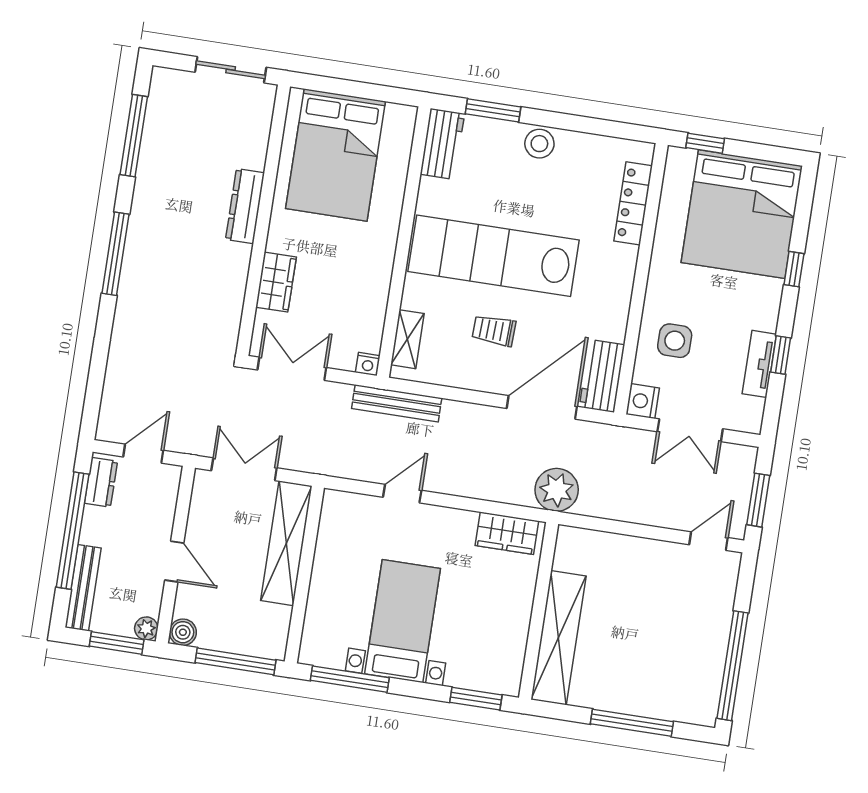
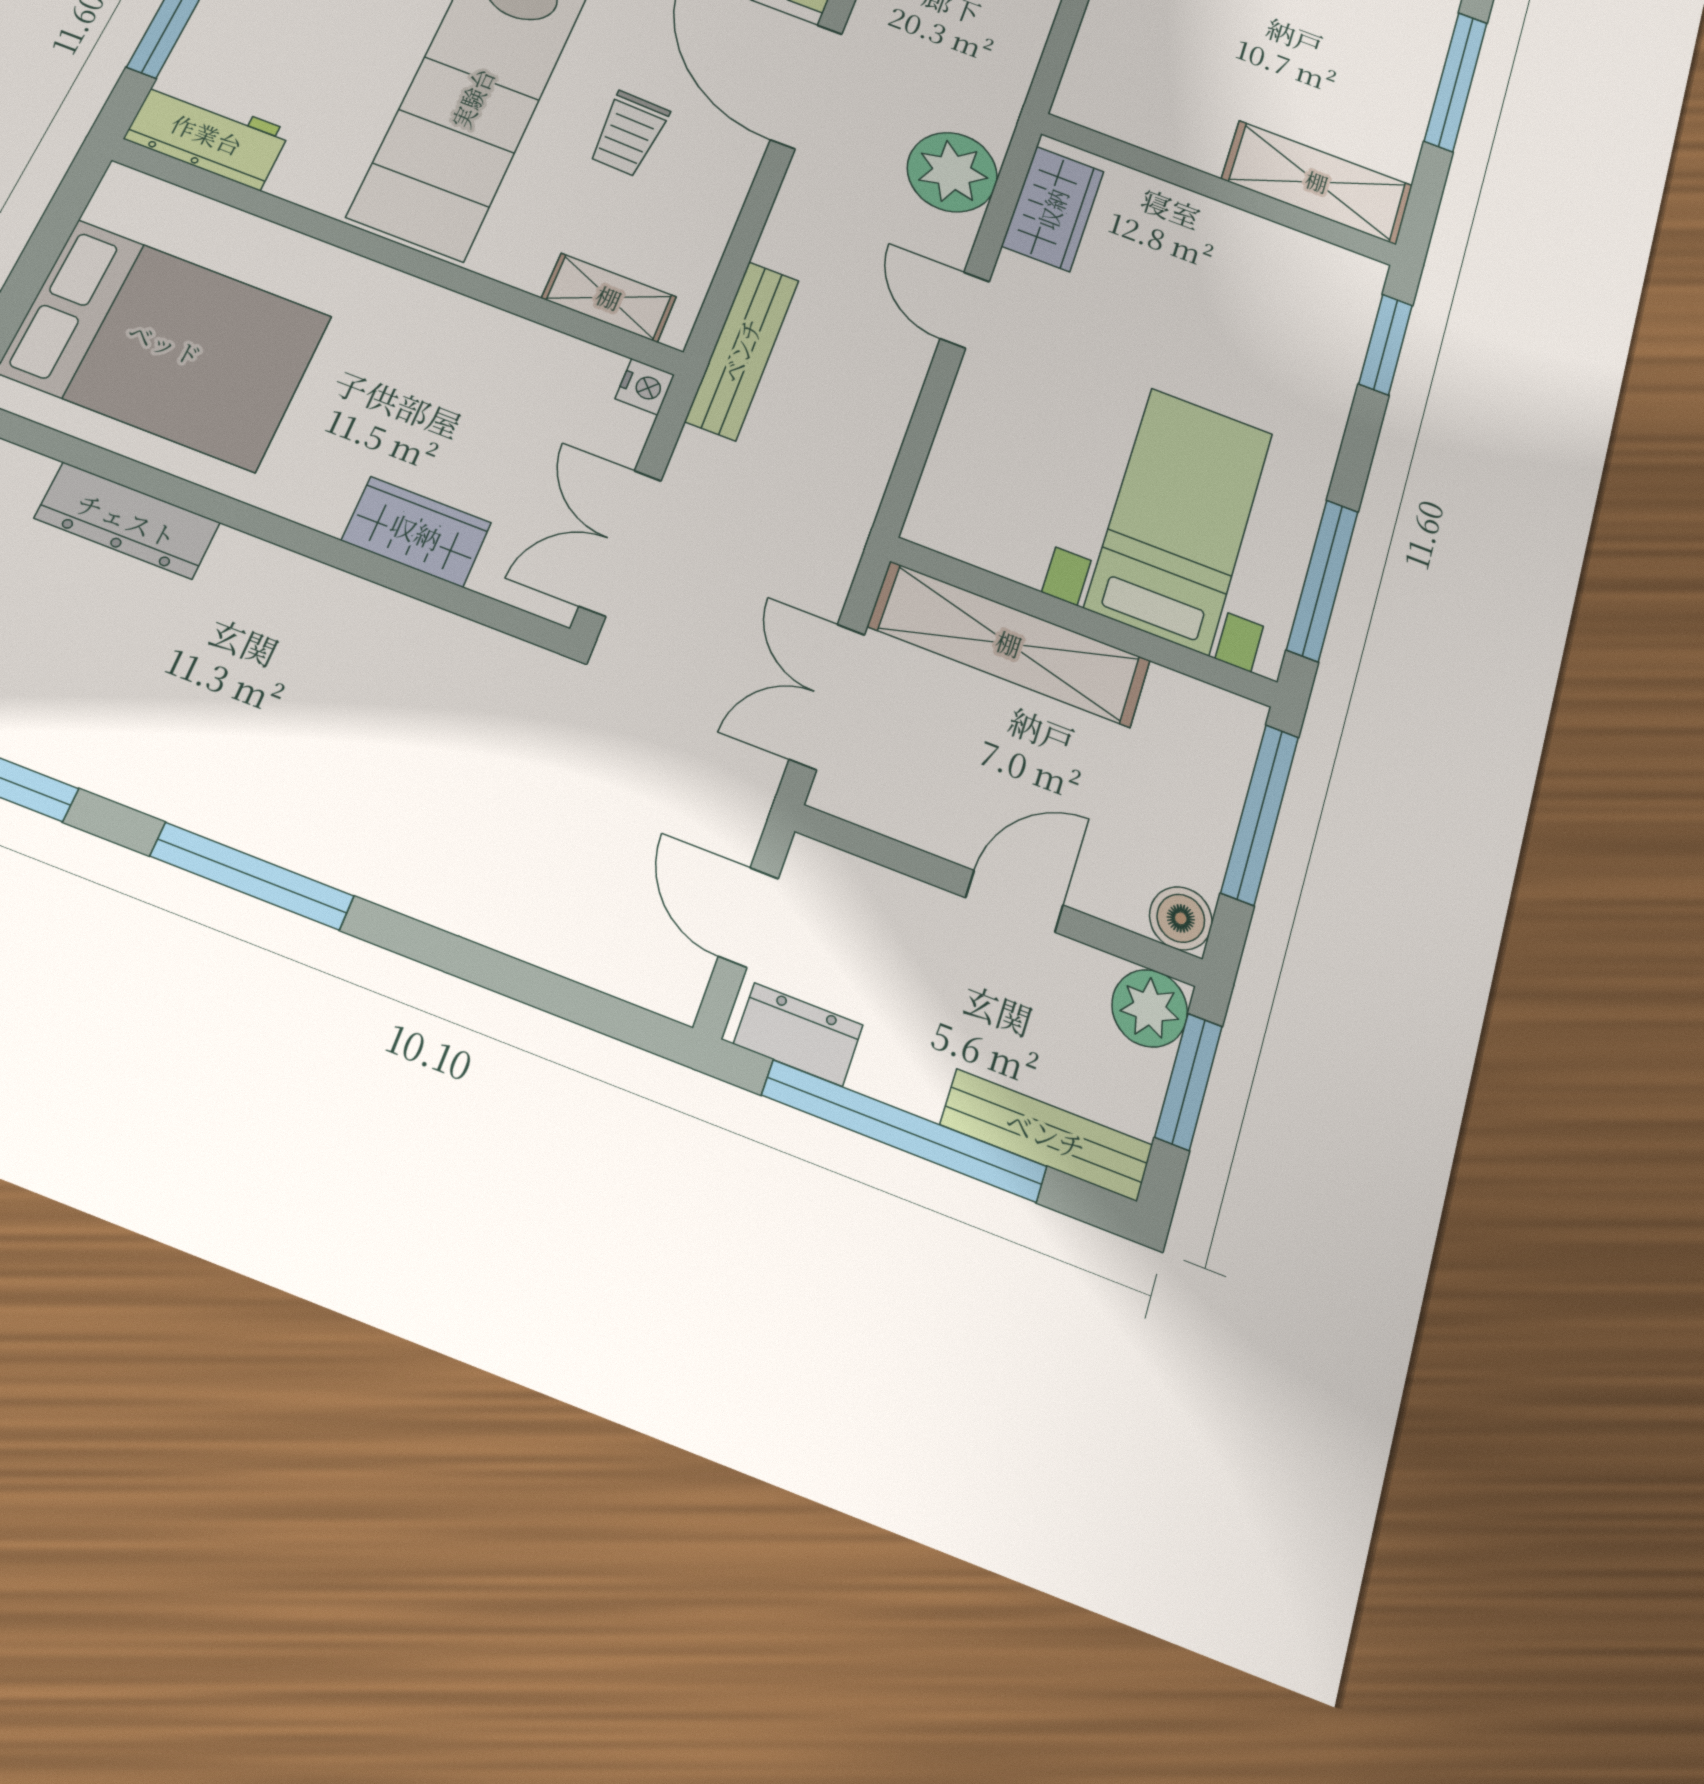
dresser: (245, 206) -> (127, 520), moved
plant: (557, 490) -> (952, 172), moved
door: (402, 494) -> (965, 310), moved
bed with nightstands: (403, 621) -> (1180, 519), moved, turned 90
plant: (146, 628) -> (1150, 1008), width x1.38, depth x1.38
shelving: (558, 638) -> (1317, 182), width x0.68

